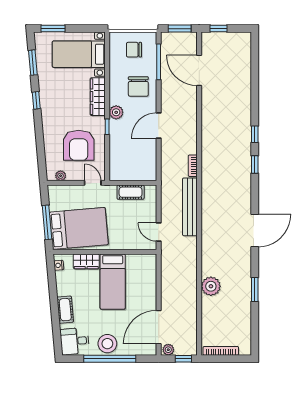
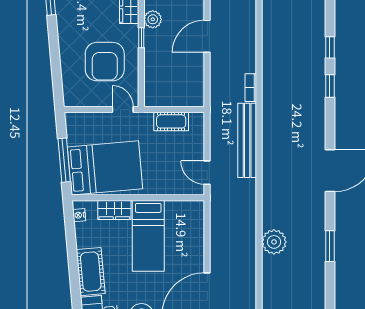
plant: (61, 176) -> (82, 100), removed
cot: (65, 310) -> (91, 272), width x1.37, depth x1.34

